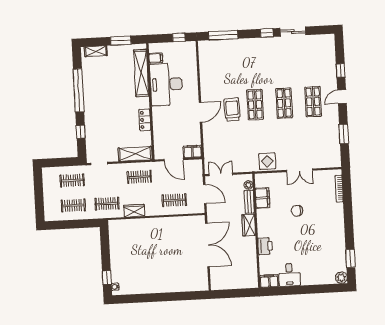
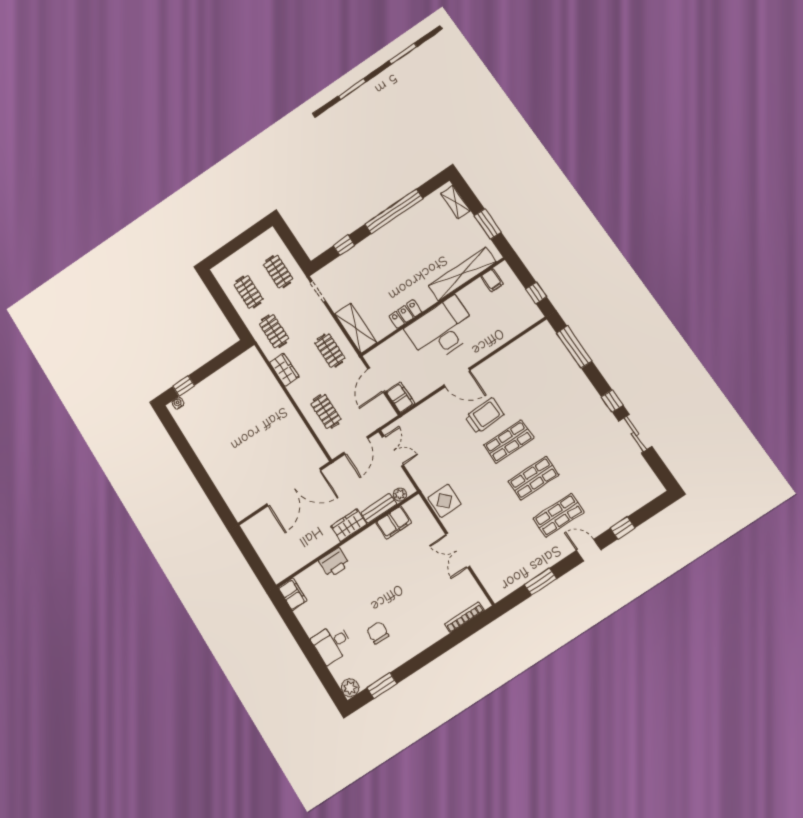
desk: (166, 84) -> (442, 330), moved
chair: (297, 211) -> (378, 633), moved
desk: (289, 275) -> (332, 644), moved

